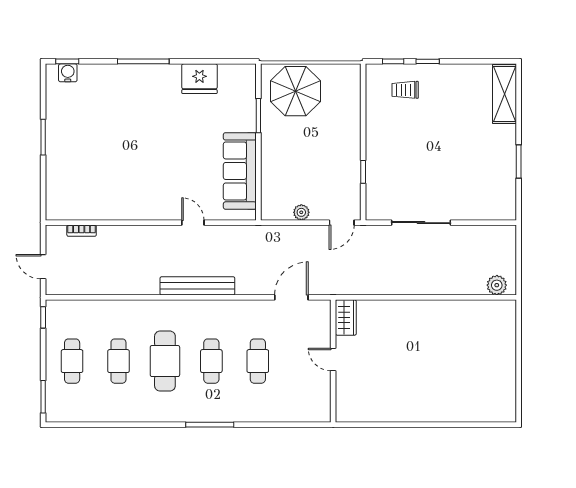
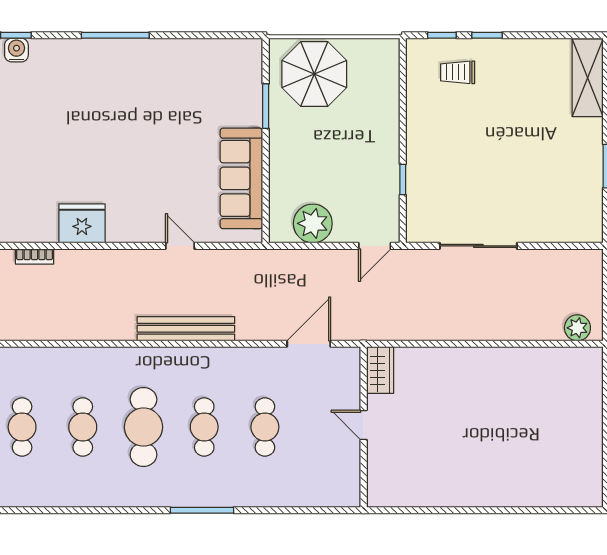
fridge: (199, 79) -> (82, 223), moved, turned 180
plant: (301, 212) -> (313, 223), width x1.87, depth x1.87

